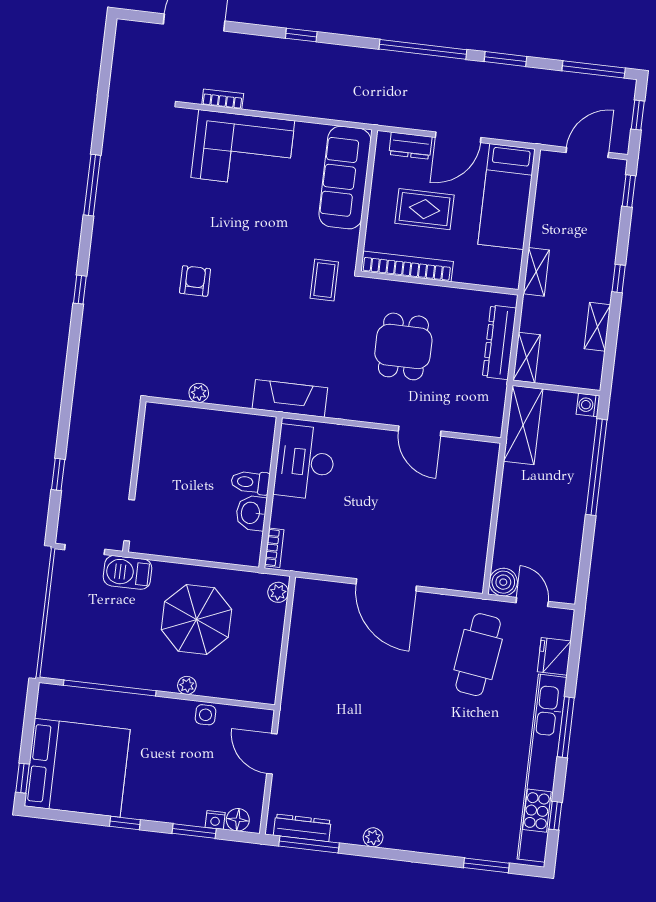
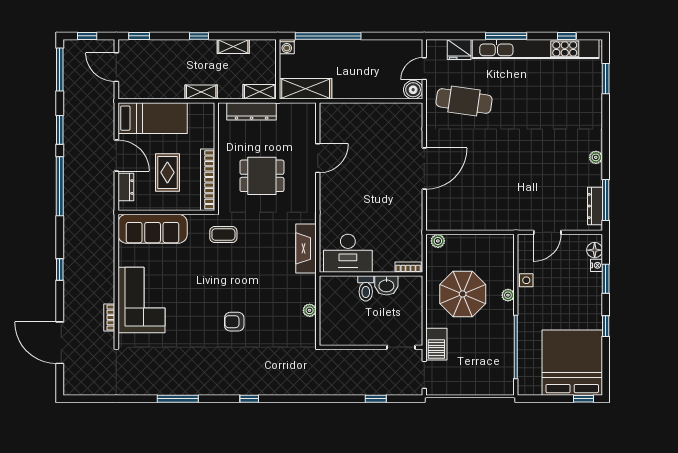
desk: (305, 462) -> (348, 253), moved
toilet: (250, 482) -> (366, 288), moved
wall: (270, 492) -> (371, 274), moved
washbasin: (251, 513) -> (386, 285), moved
bookcase: (274, 548) -> (408, 267), moved

